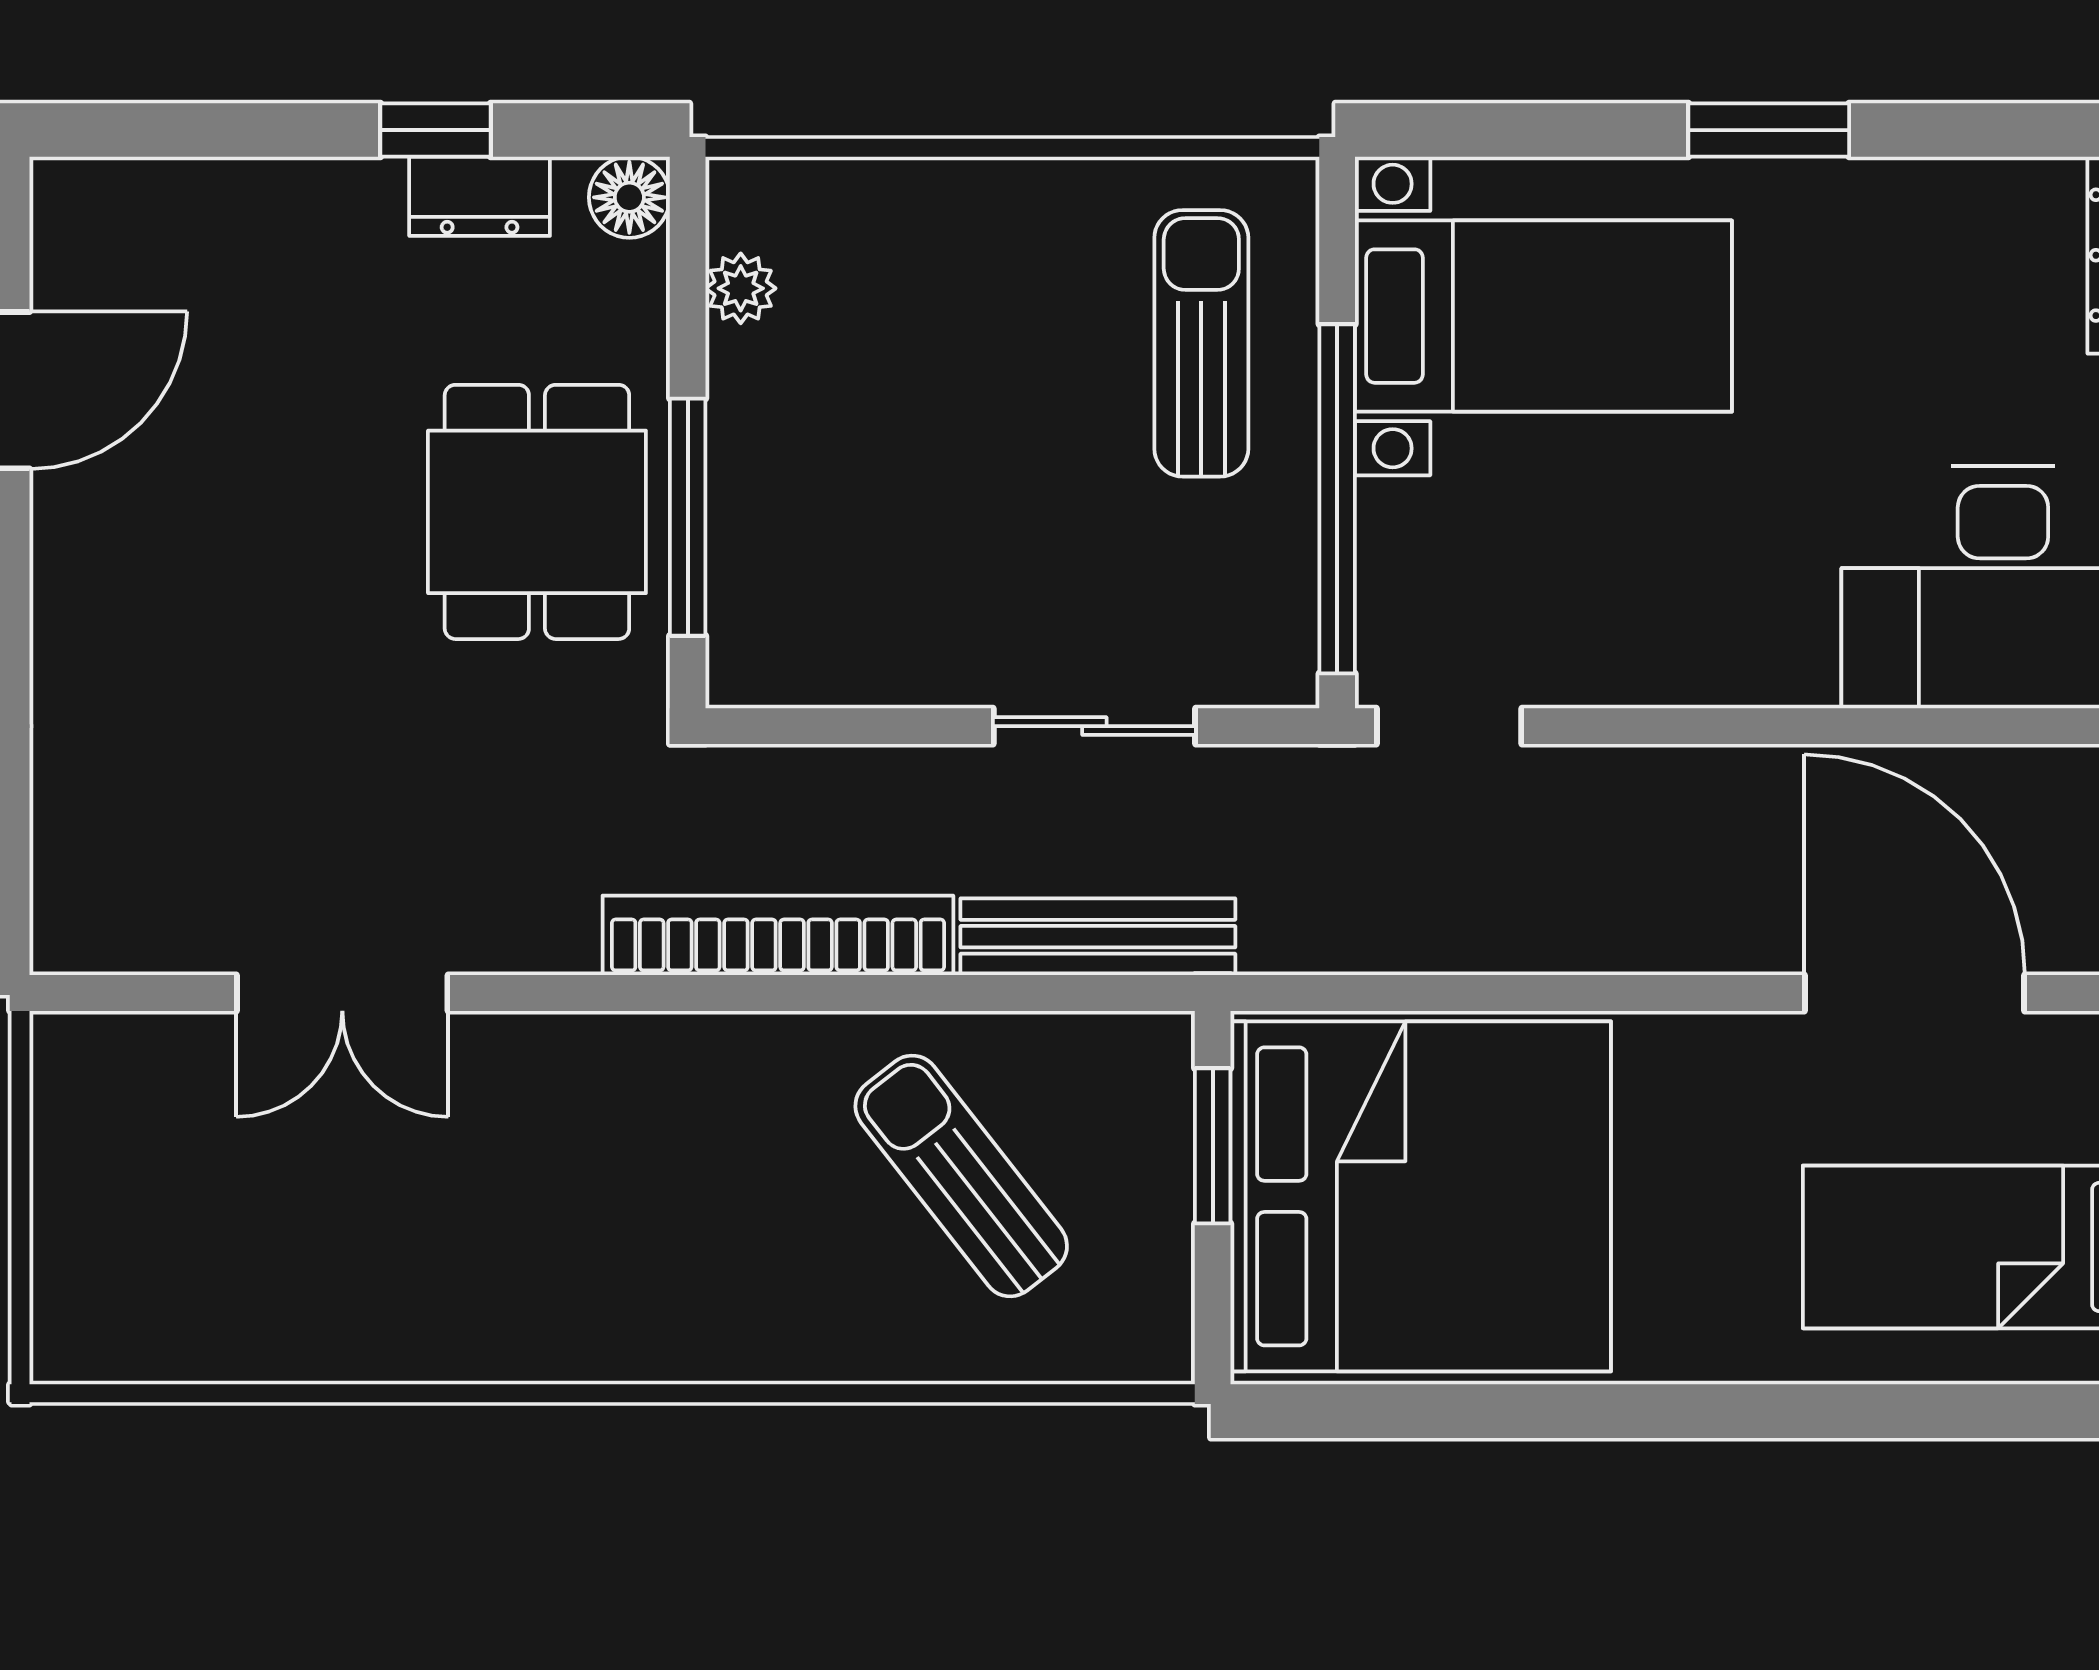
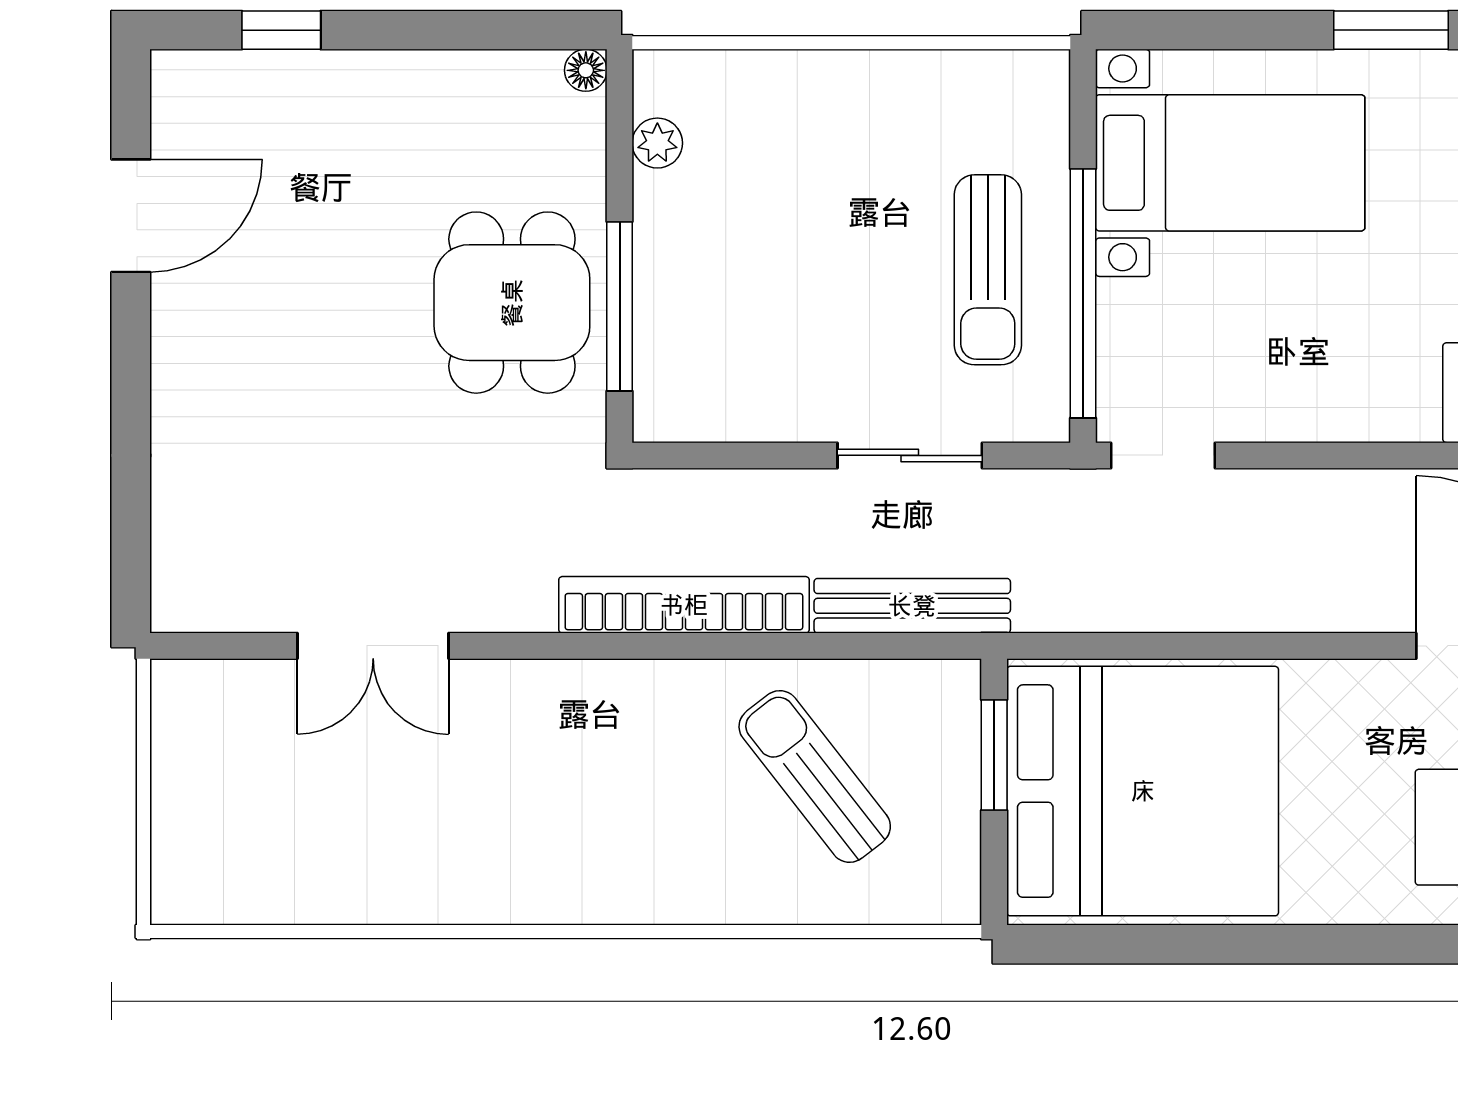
window: (435, 130) -> (281, 30), moved
dresser: (480, 196) -> (471, 77), removed
floor lamp: (629, 197) -> (586, 70), width x0.73, depth x0.73
sun lounger: (1201, 343) -> (988, 270), moved, turned 180

